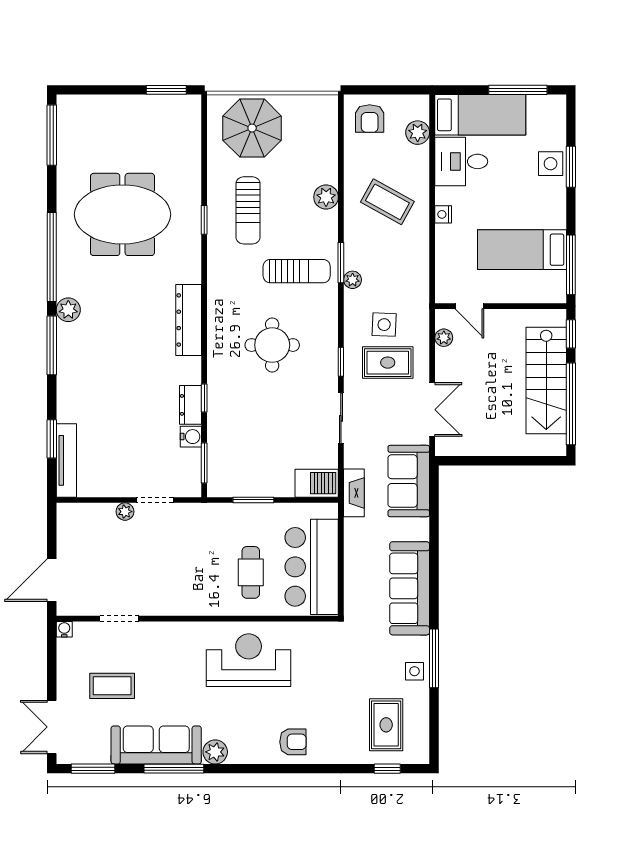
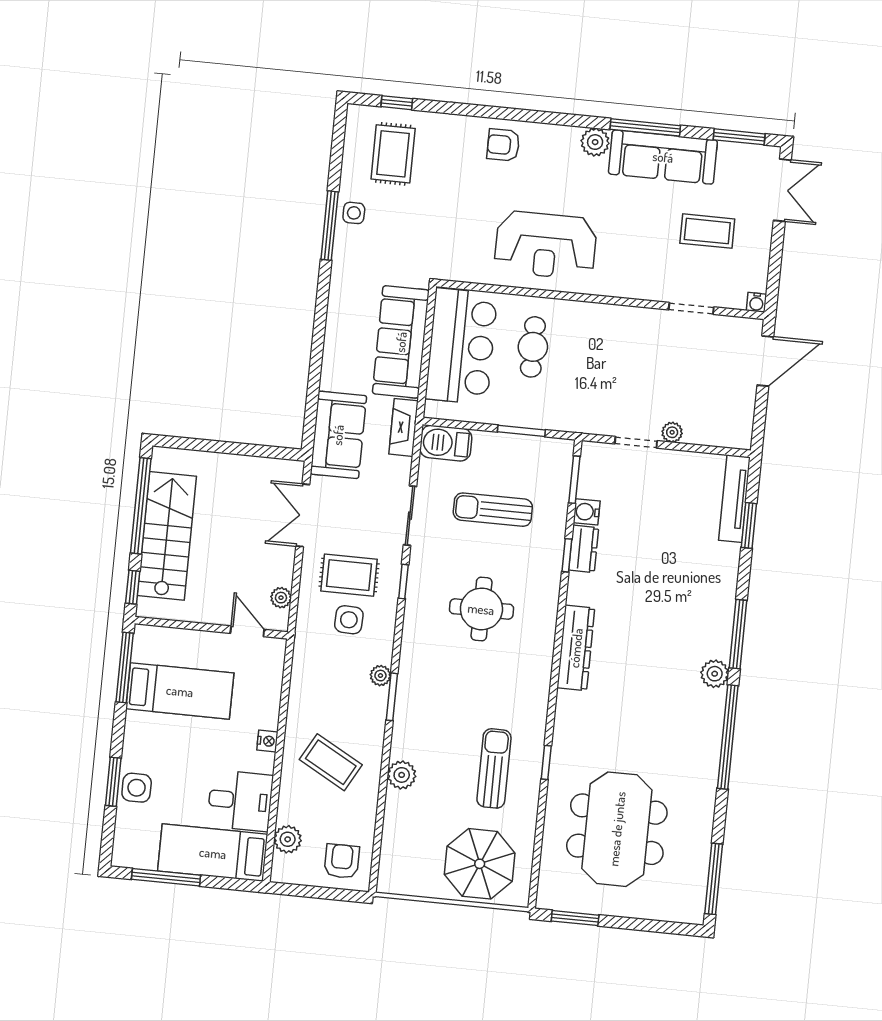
meeting table: (122, 214) -> (617, 829), moved, turned 90
sun lounger: (297, 271) -> (493, 510), moved
sofa: (410, 588) -> (401, 342), moved, turned 180

